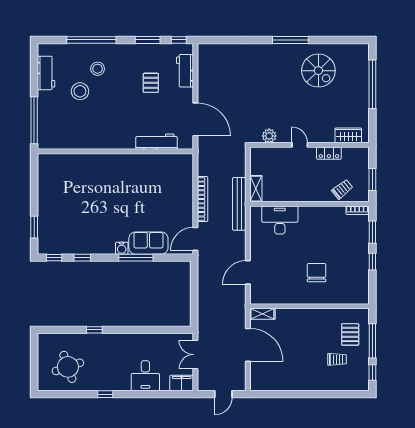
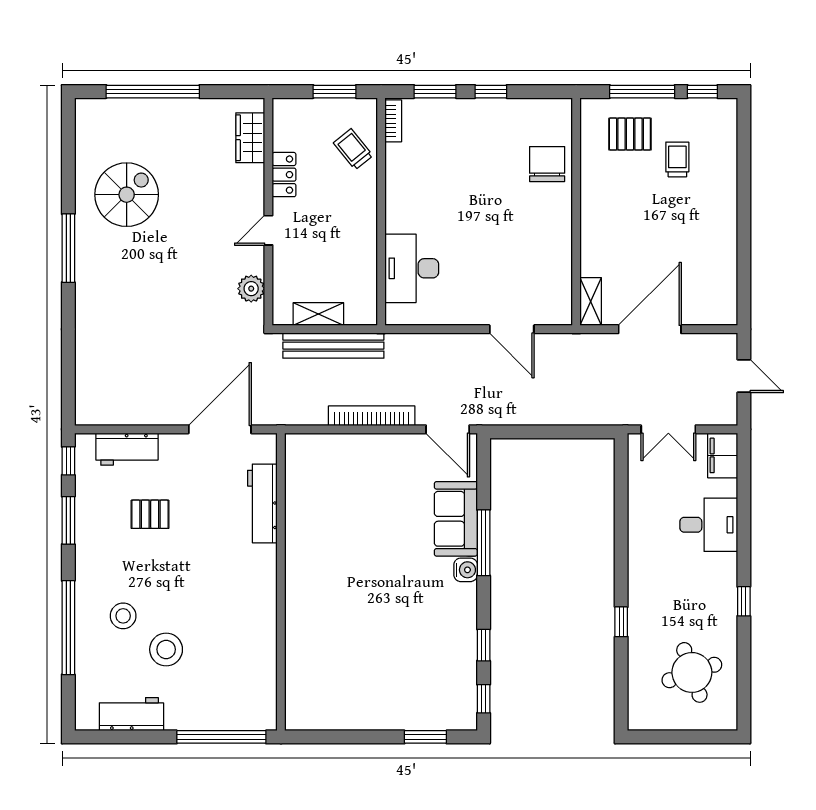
shelving: (256, 189) -> (318, 314), moved
bench: (239, 204) -> (333, 346), moved
chair: (317, 273) -> (547, 164), moved, turned 90

